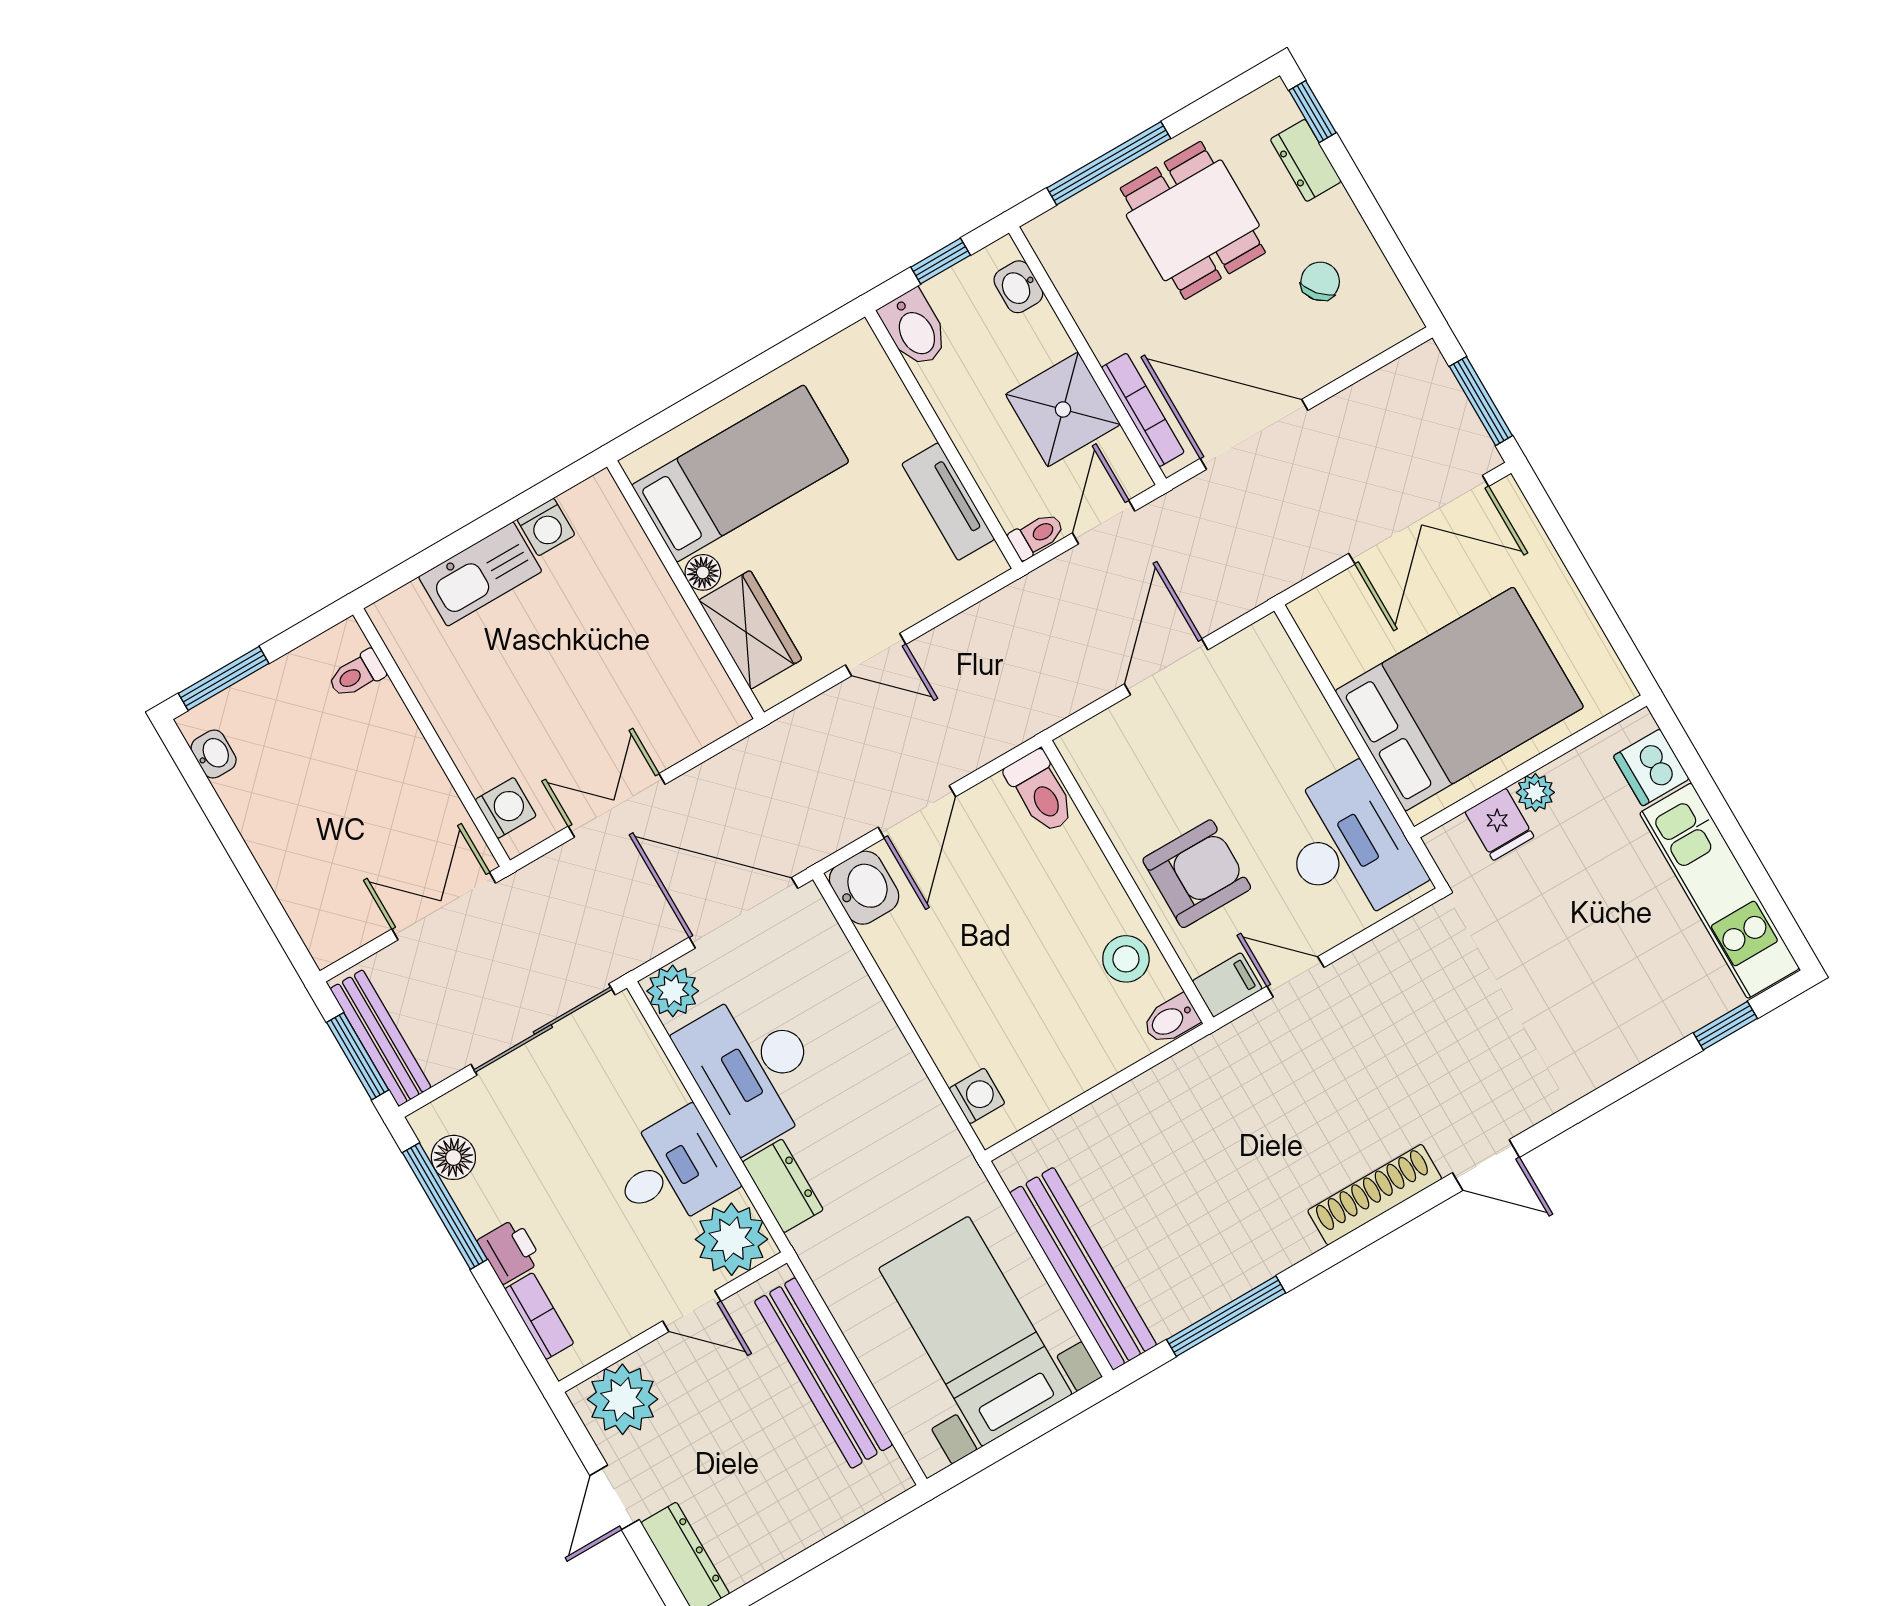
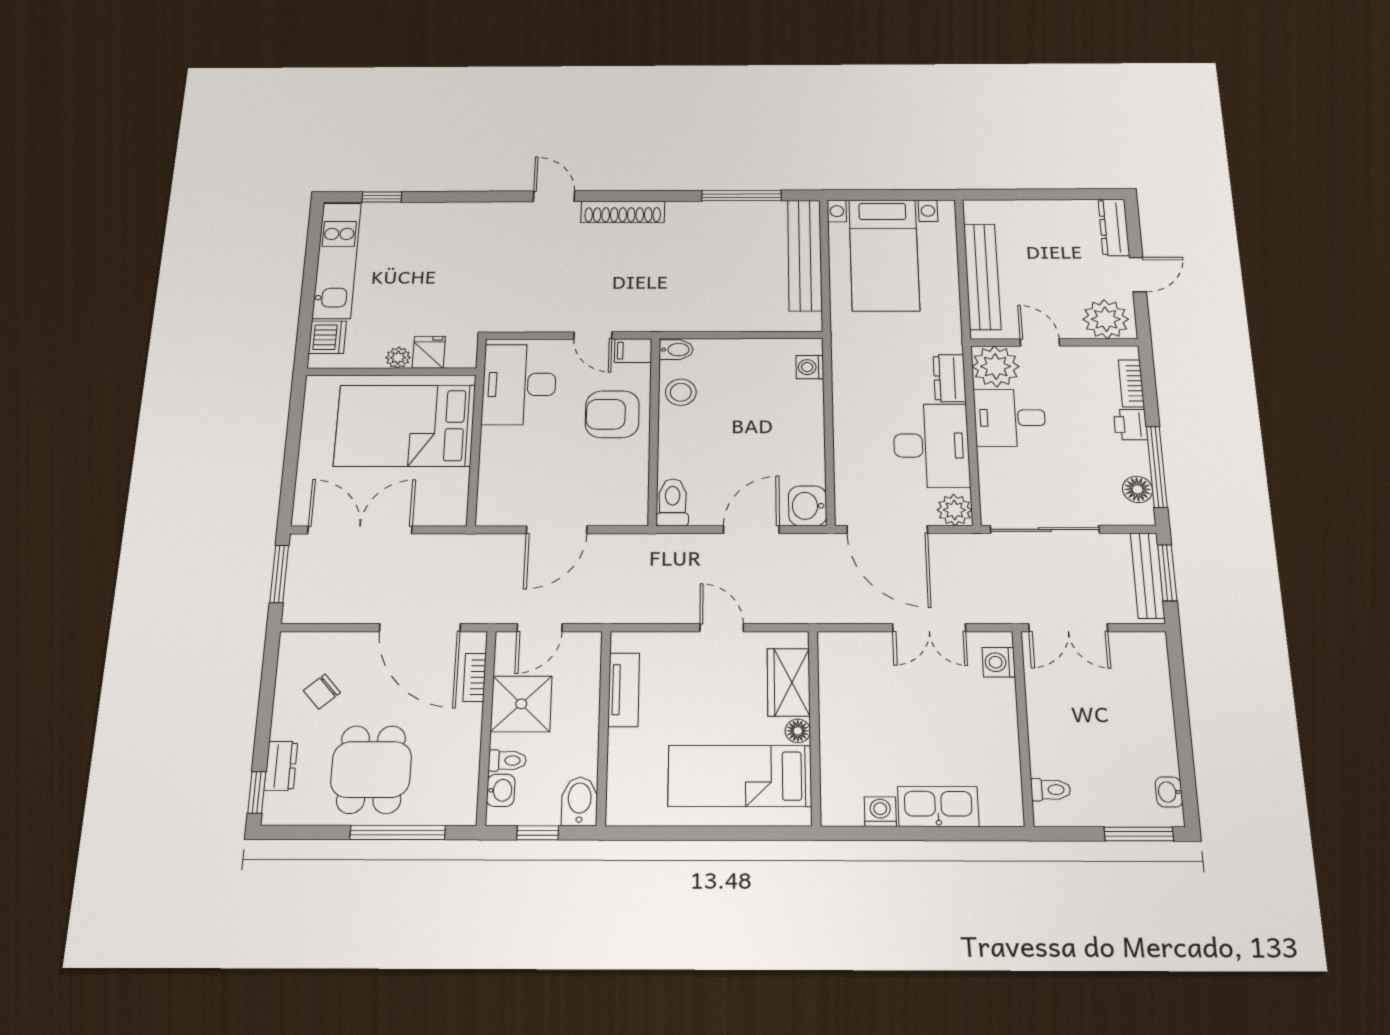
bookcase: (1143, 410) -> (475, 677), width x0.64
toilet: (1037, 535) -> (507, 761), moved, turned 180

